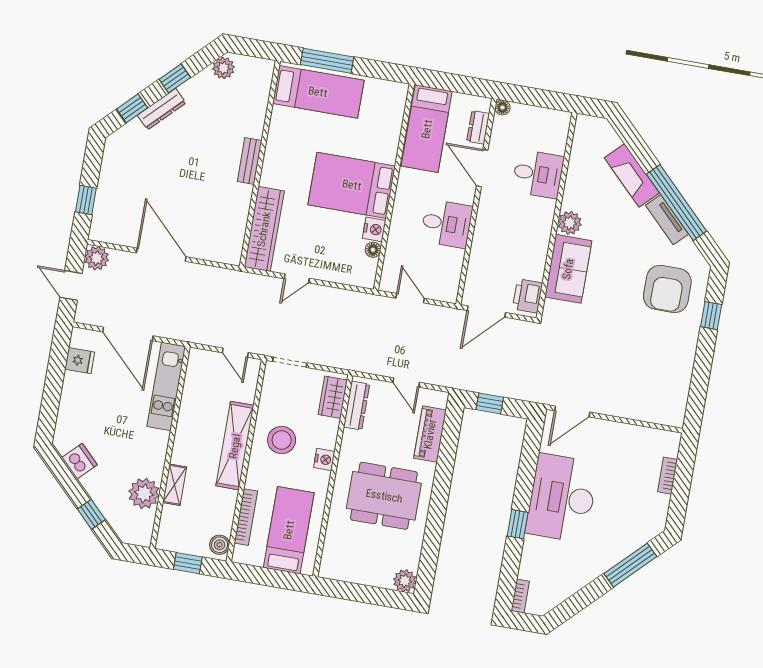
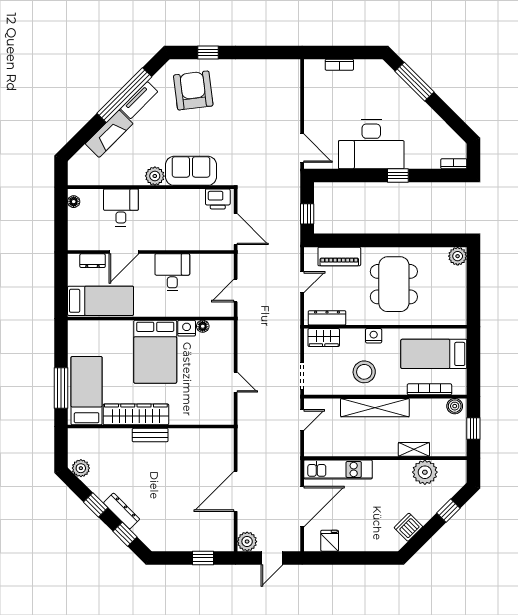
floor lamp: (502, 108) -> (74, 202), moved
wardrobe: (264, 229) -> (136, 414), moved
armchair: (667, 289) -> (193, 90), turned -97

